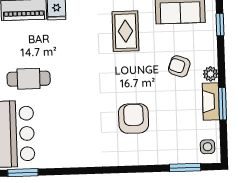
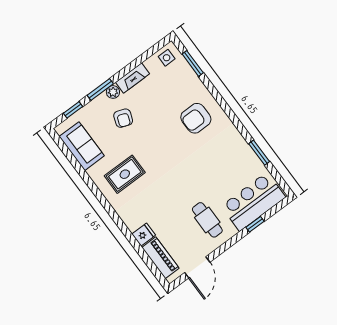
window: (222, 104) -> (100, 89), moved
armchair: (134, 118) -> (196, 118), moved
window: (23, 173) -> (259, 153), moved

